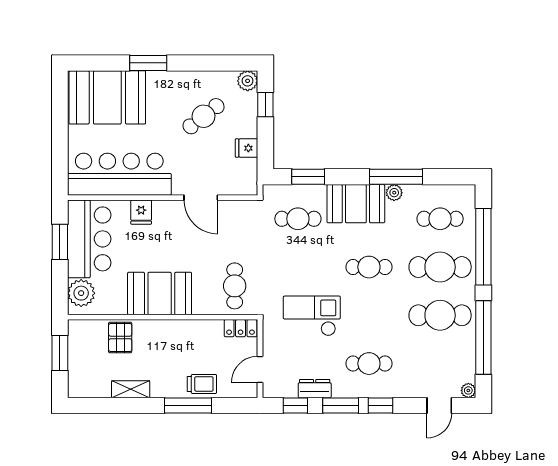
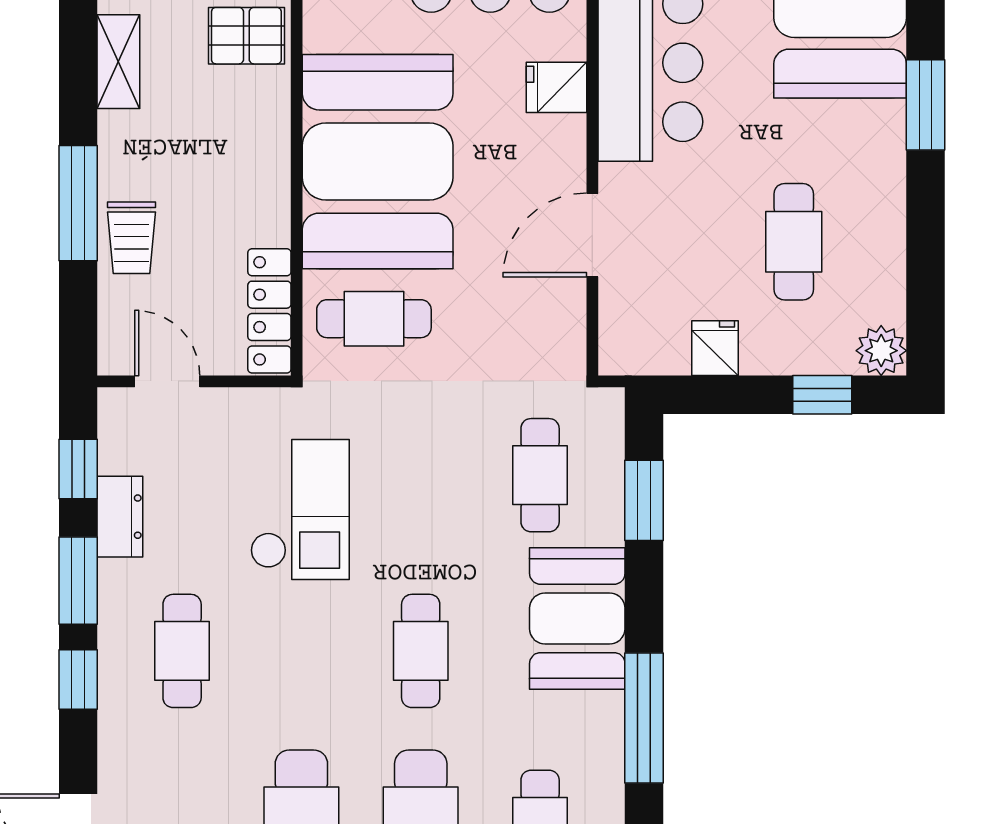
cafe table: (204, 116) -> (794, 242), turned 38
plant: (394, 193) -> (605, 713), removed
booth: (160, 293) -> (378, 162), width x1.36, depth x1.42
locker: (241, 328) -> (269, 311), width x1.53

